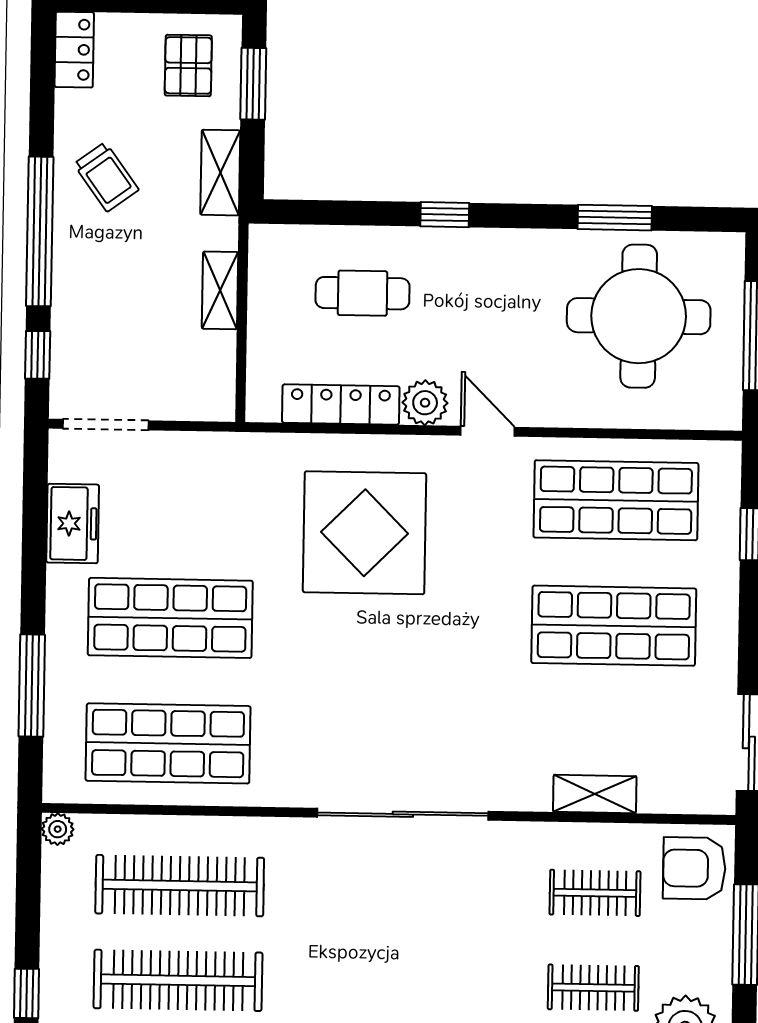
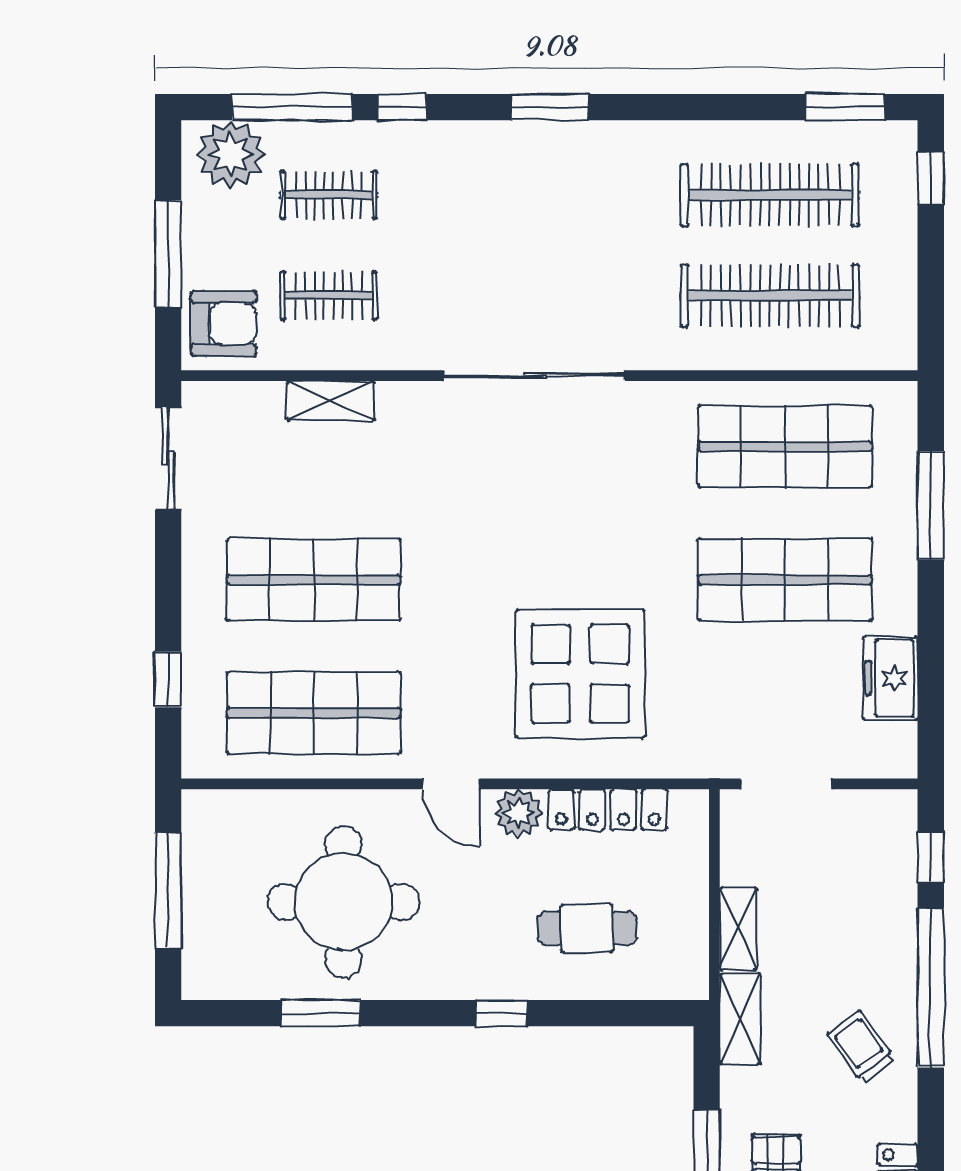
shelving: (220, 173) -> (740, 1019), moved
round table: (639, 316) -> (343, 902), moved
doorway: (106, 425) -> (786, 784), moved
plant: (58, 829) -> (901, 353), removed

